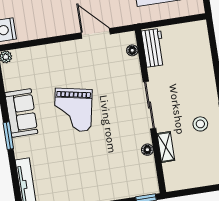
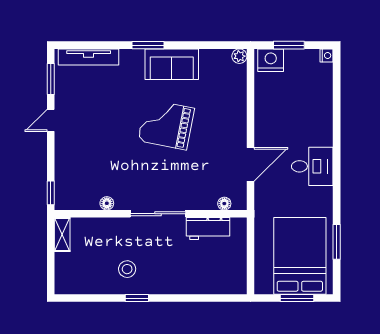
workbench: (153, 48) -> (208, 229), moved
shelving: (166, 147) -> (62, 235), moved, turned 90

